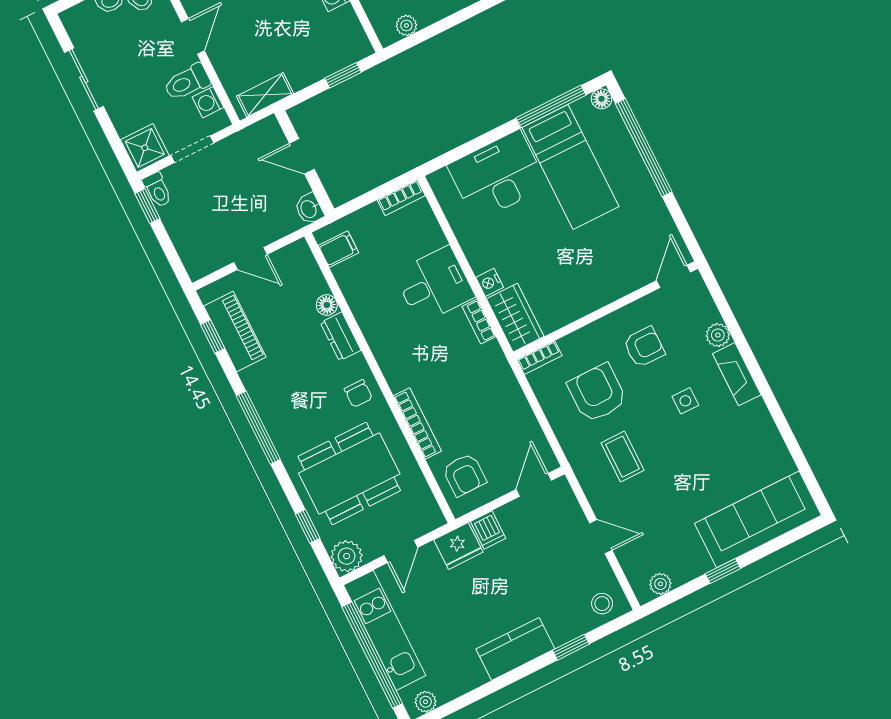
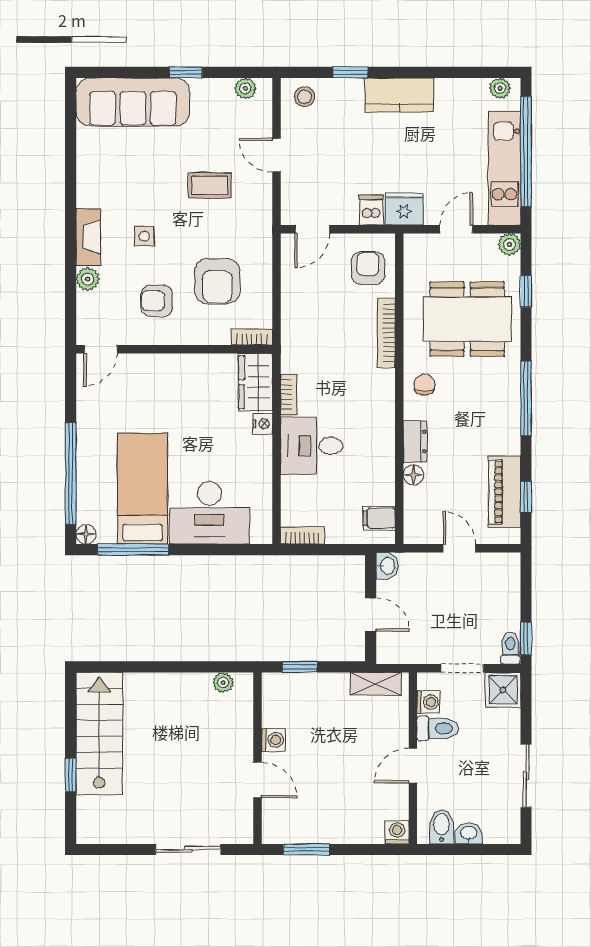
coffee table: (623, 457) -> (210, 185), moved, turned 90
plant: (347, 556) -> (509, 244), width x0.73, depth x0.73

